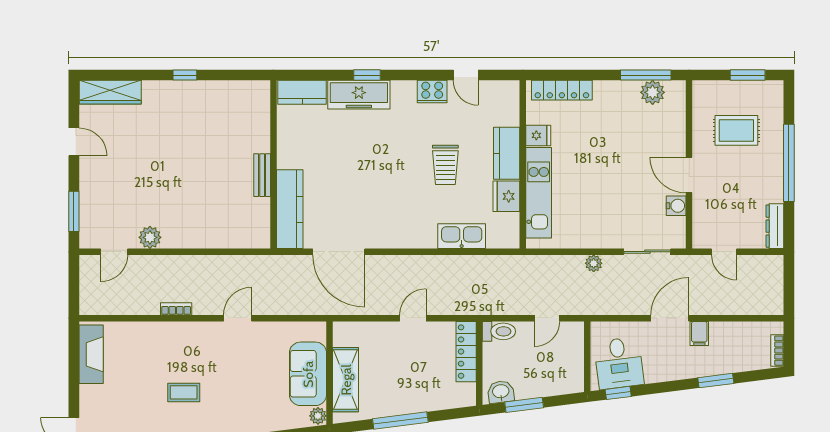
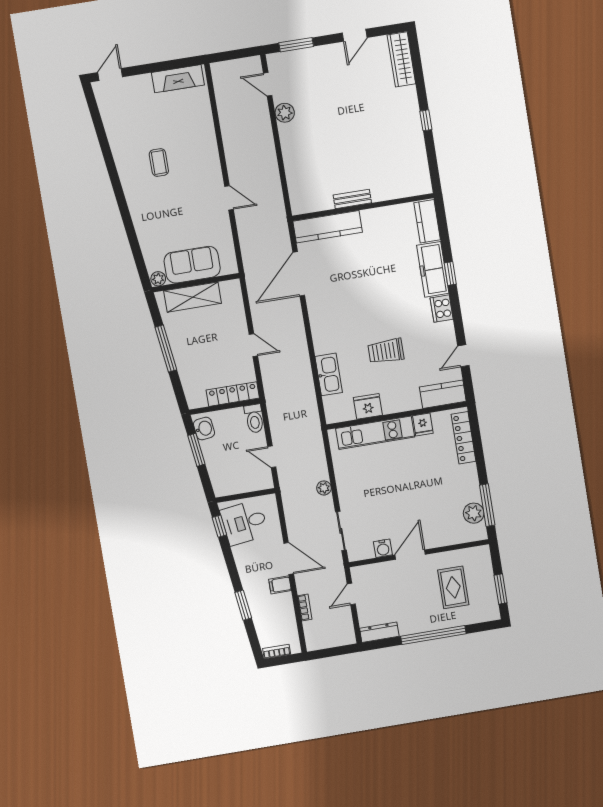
cooker: (432, 92) -> (442, 309), moved
kitchen counter: (507, 153) -> (443, 394), moved
bookcase: (176, 309) -> (305, 607), moved

